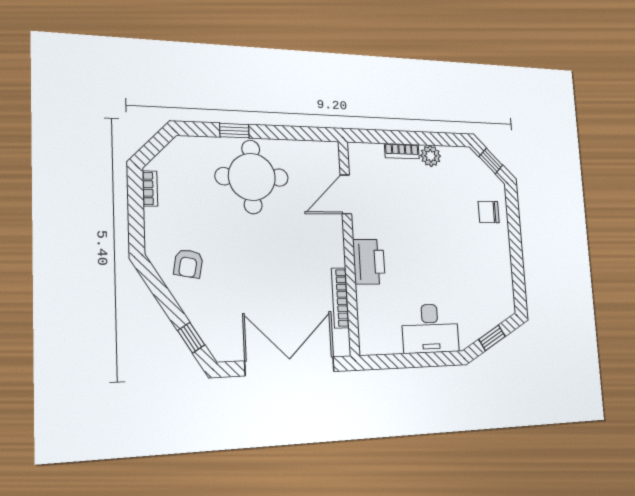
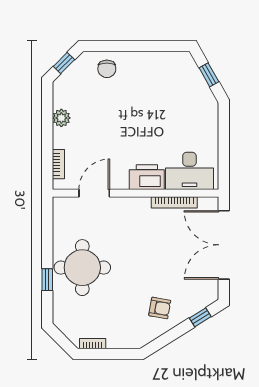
bookcase: (402, 151) -> (58, 164), moved
door: (346, 194) -> (94, 193), swing flipped
armchair: (188, 264) -> (160, 308), moved
desk: (430, 329) -> (189, 171), moved, turned 90

